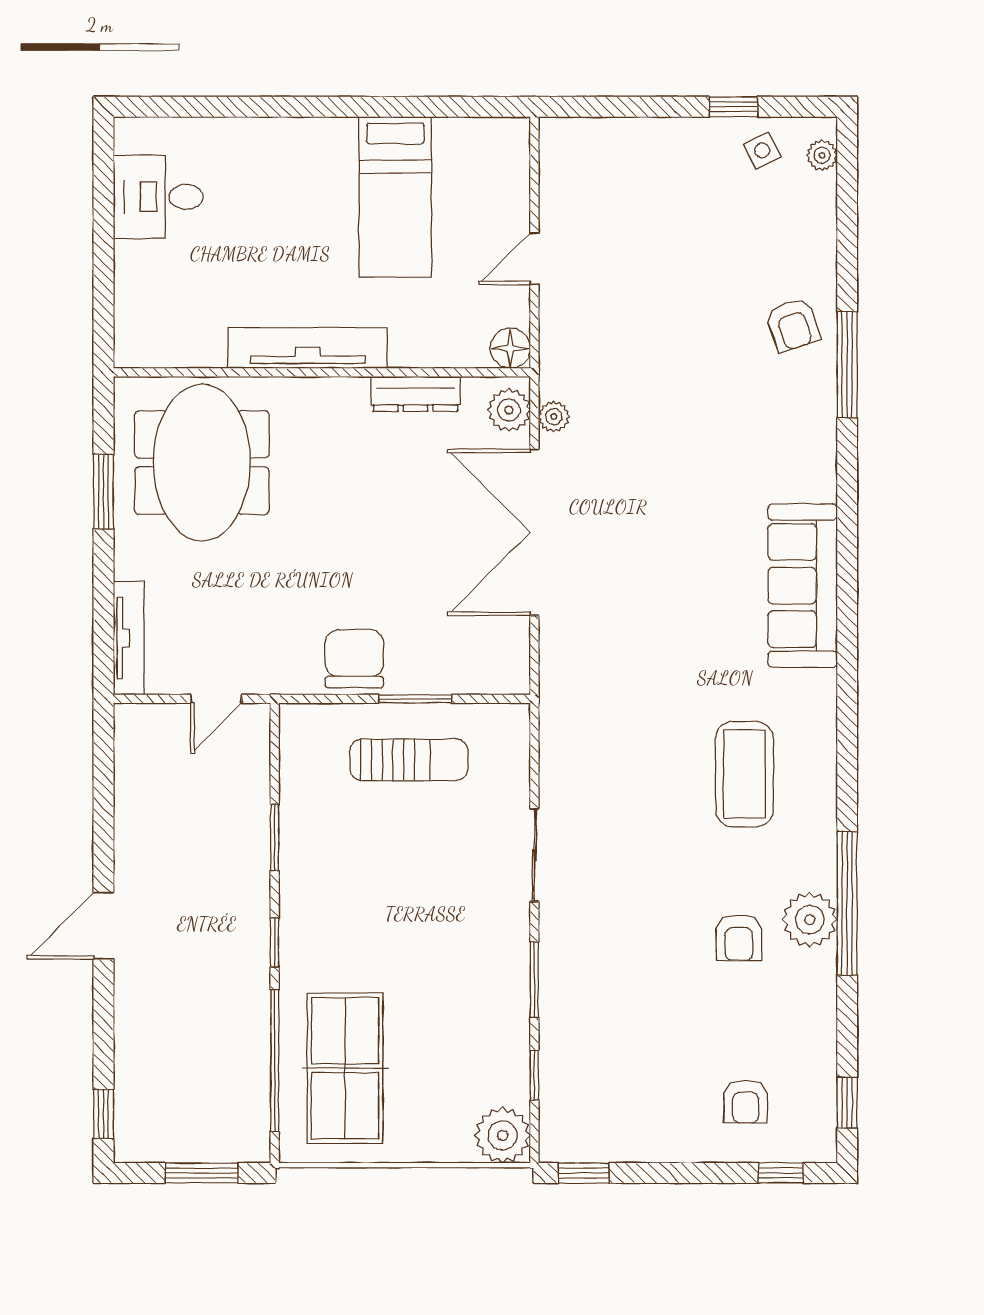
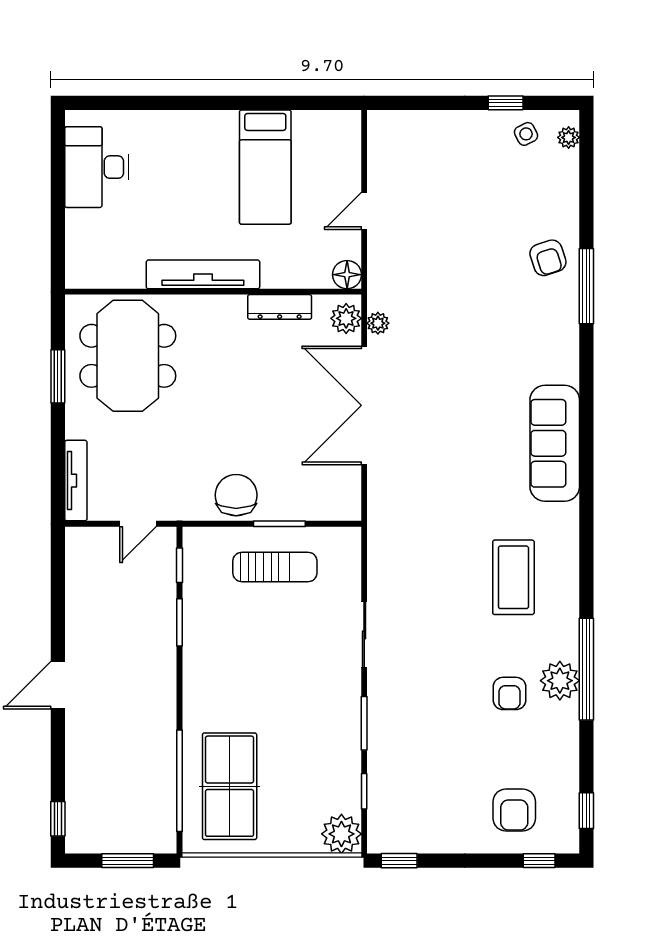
desk: (158, 197) -> (97, 167), width x1.37
window: (275, 942) -> (180, 565), moved
armchair: (746, 1102) -> (514, 810), width x1.38, depth x1.38

